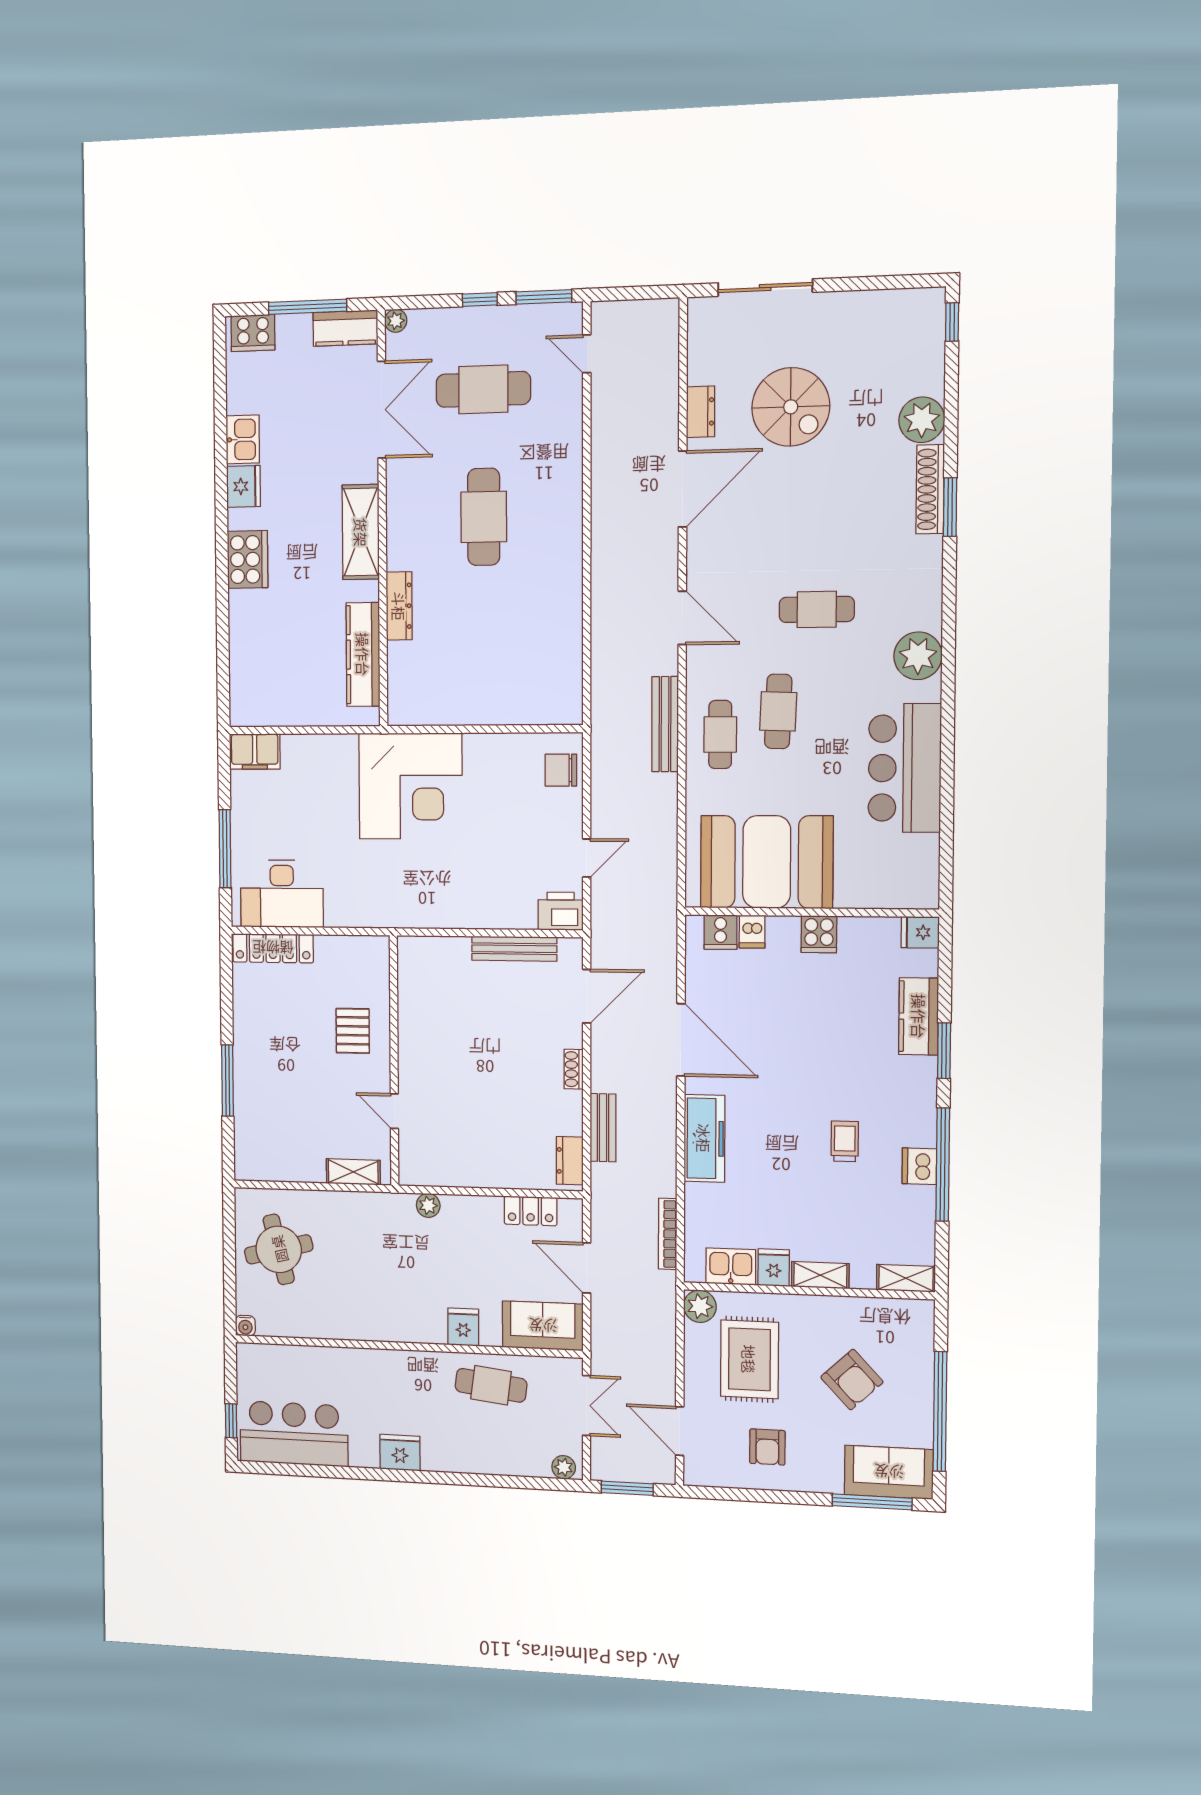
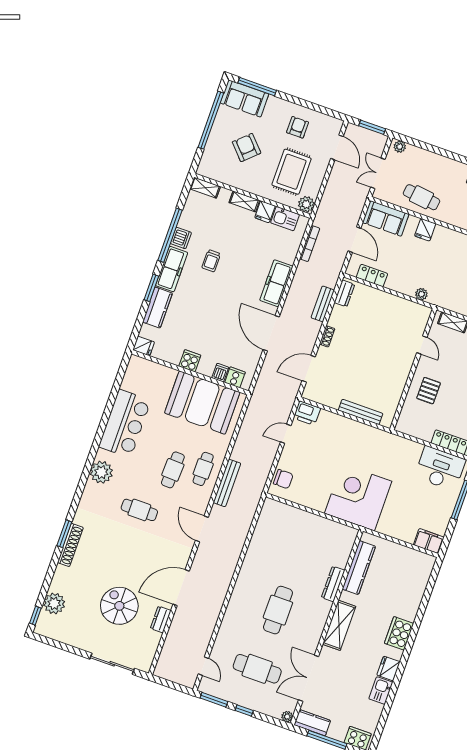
plant: (922, 420) -> (54, 603), moved
bench: (514, 949) -> (361, 412), moved
freezer: (917, 1100) -> (172, 269), added

